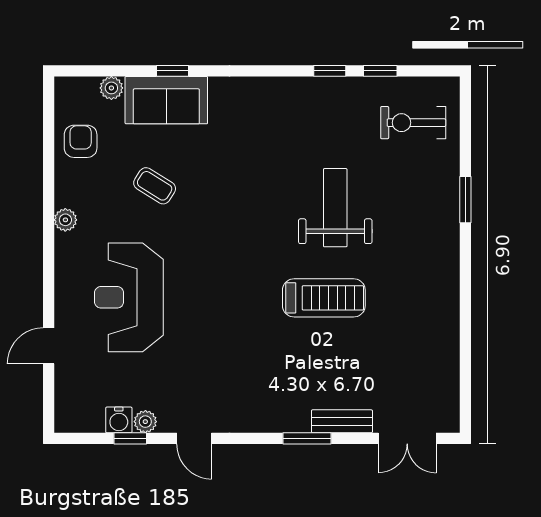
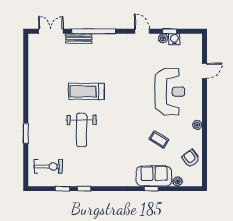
armchair: (81, 141) -> (191, 158), turned 145
window: (307, 438) -> (94, 31), width x2.11

